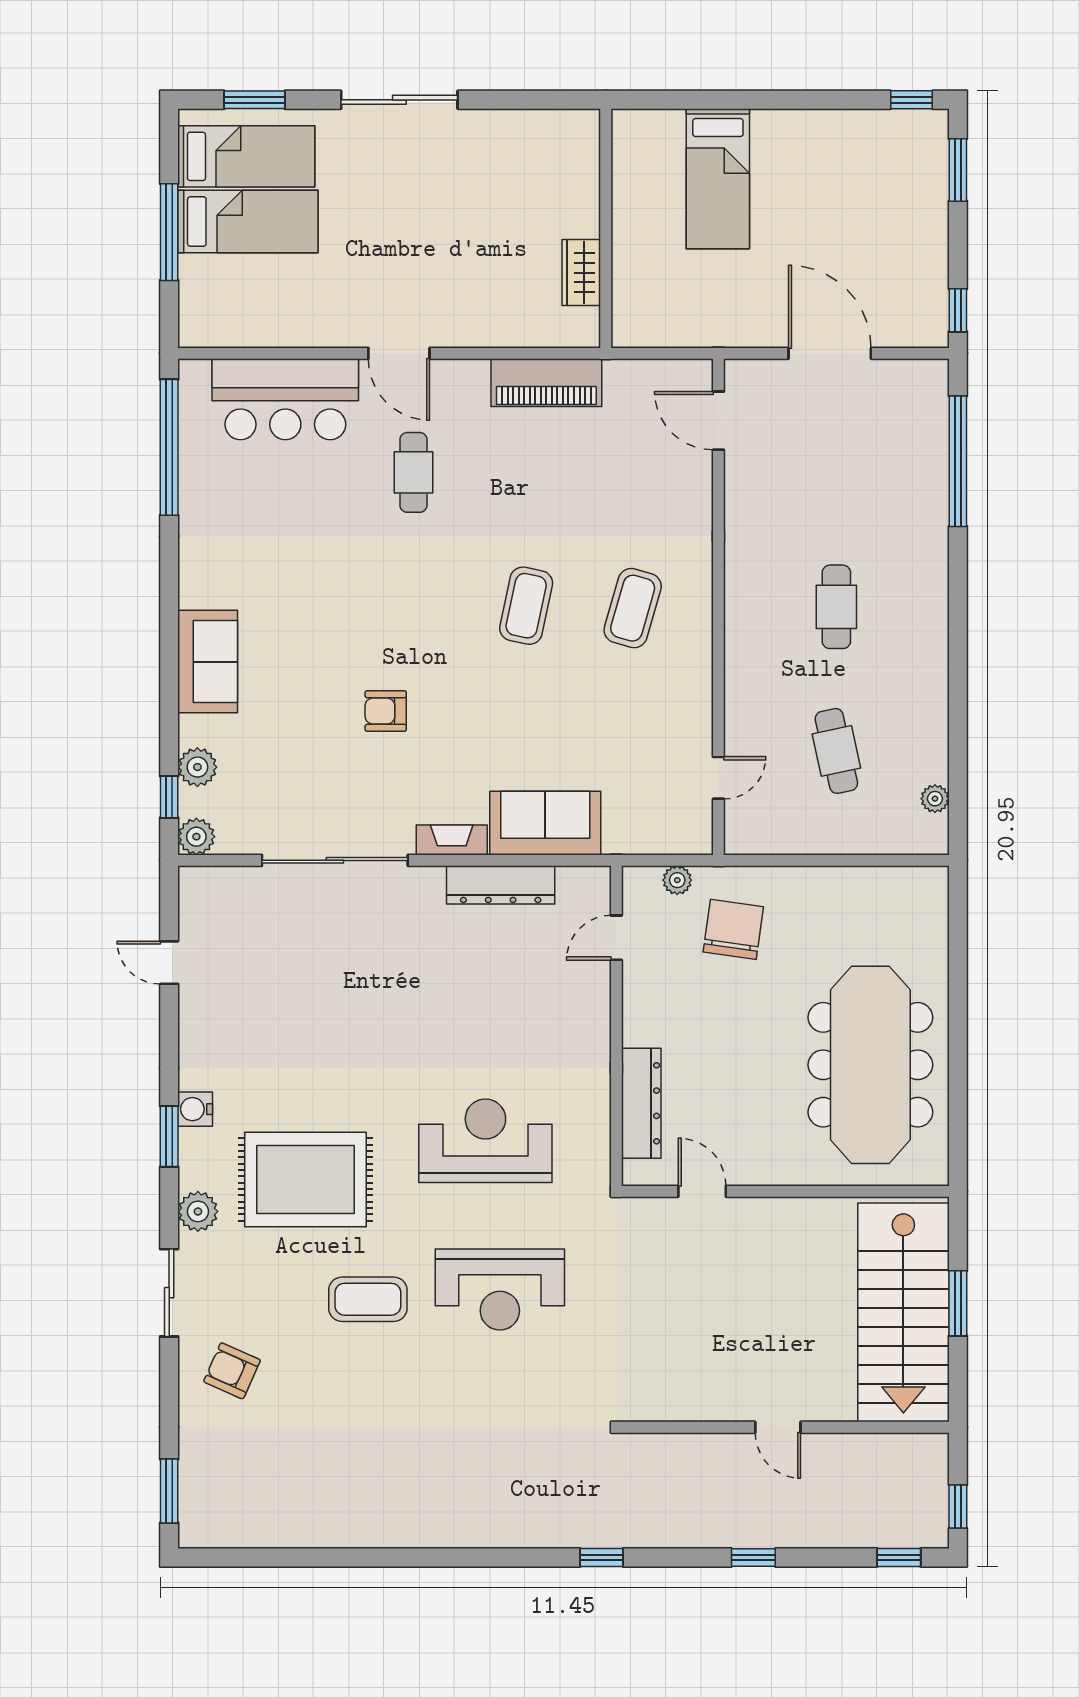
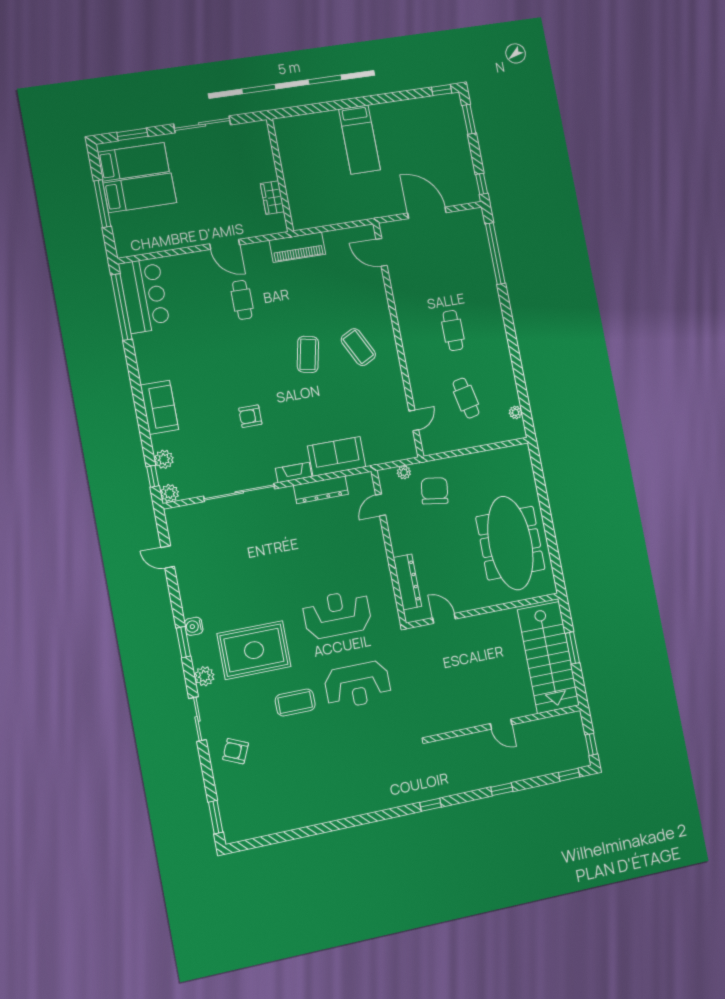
wall: (606, 228) -> (280, 175), moved
wardrobe: (581, 273) -> (272, 198), moved
bar counter: (285, 399) -> (144, 296), moved, turned -90
coffee table: (633, 608) -> (358, 347), turned -43

